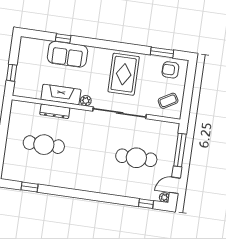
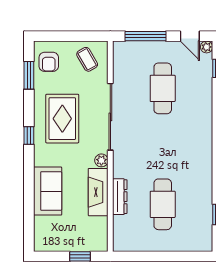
window: (63, 38) -> (29, 136), moved
rug: (124, 74) -> (62, 119), turned 90

